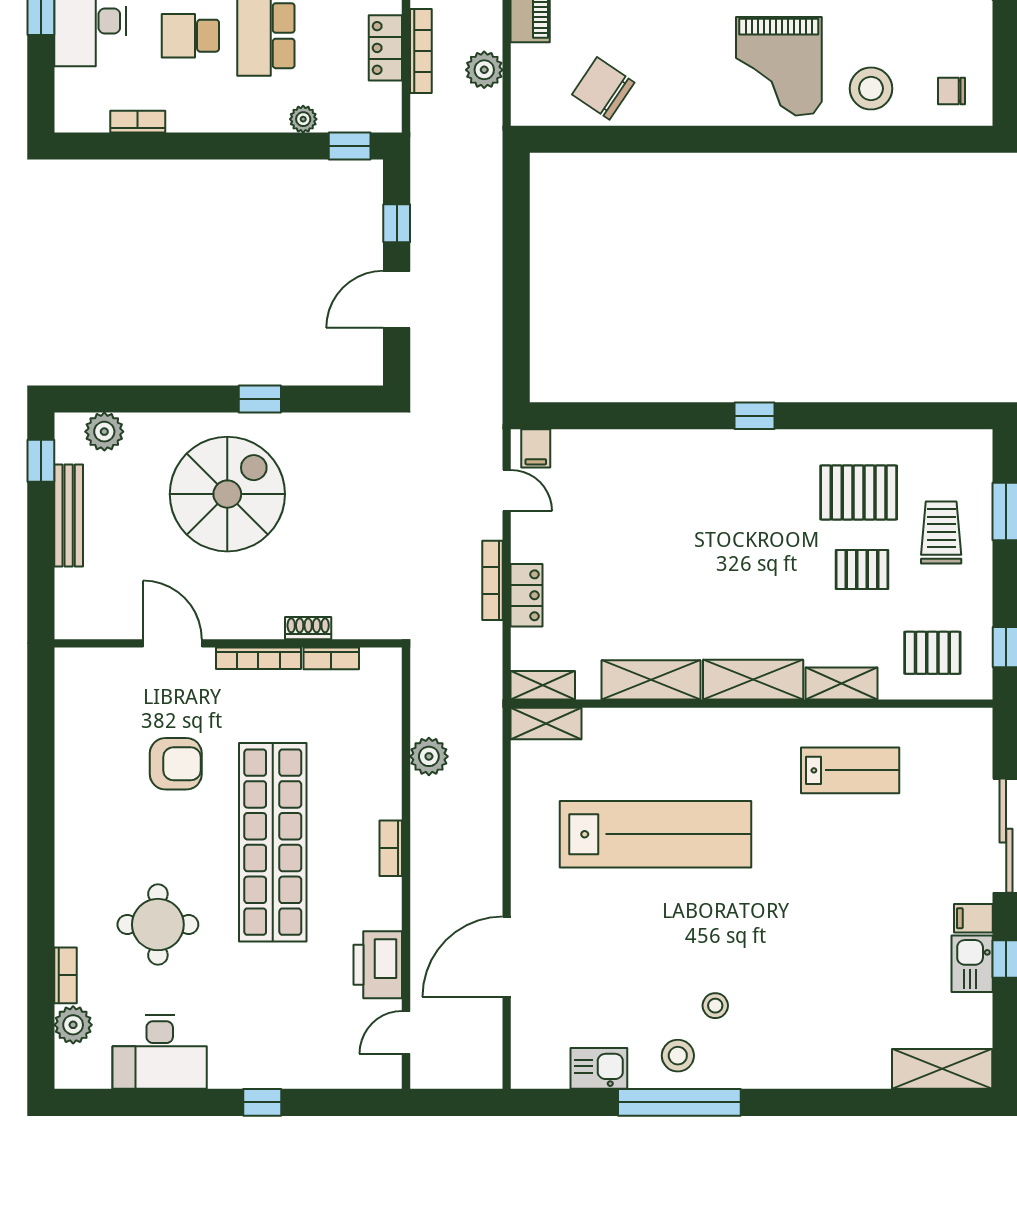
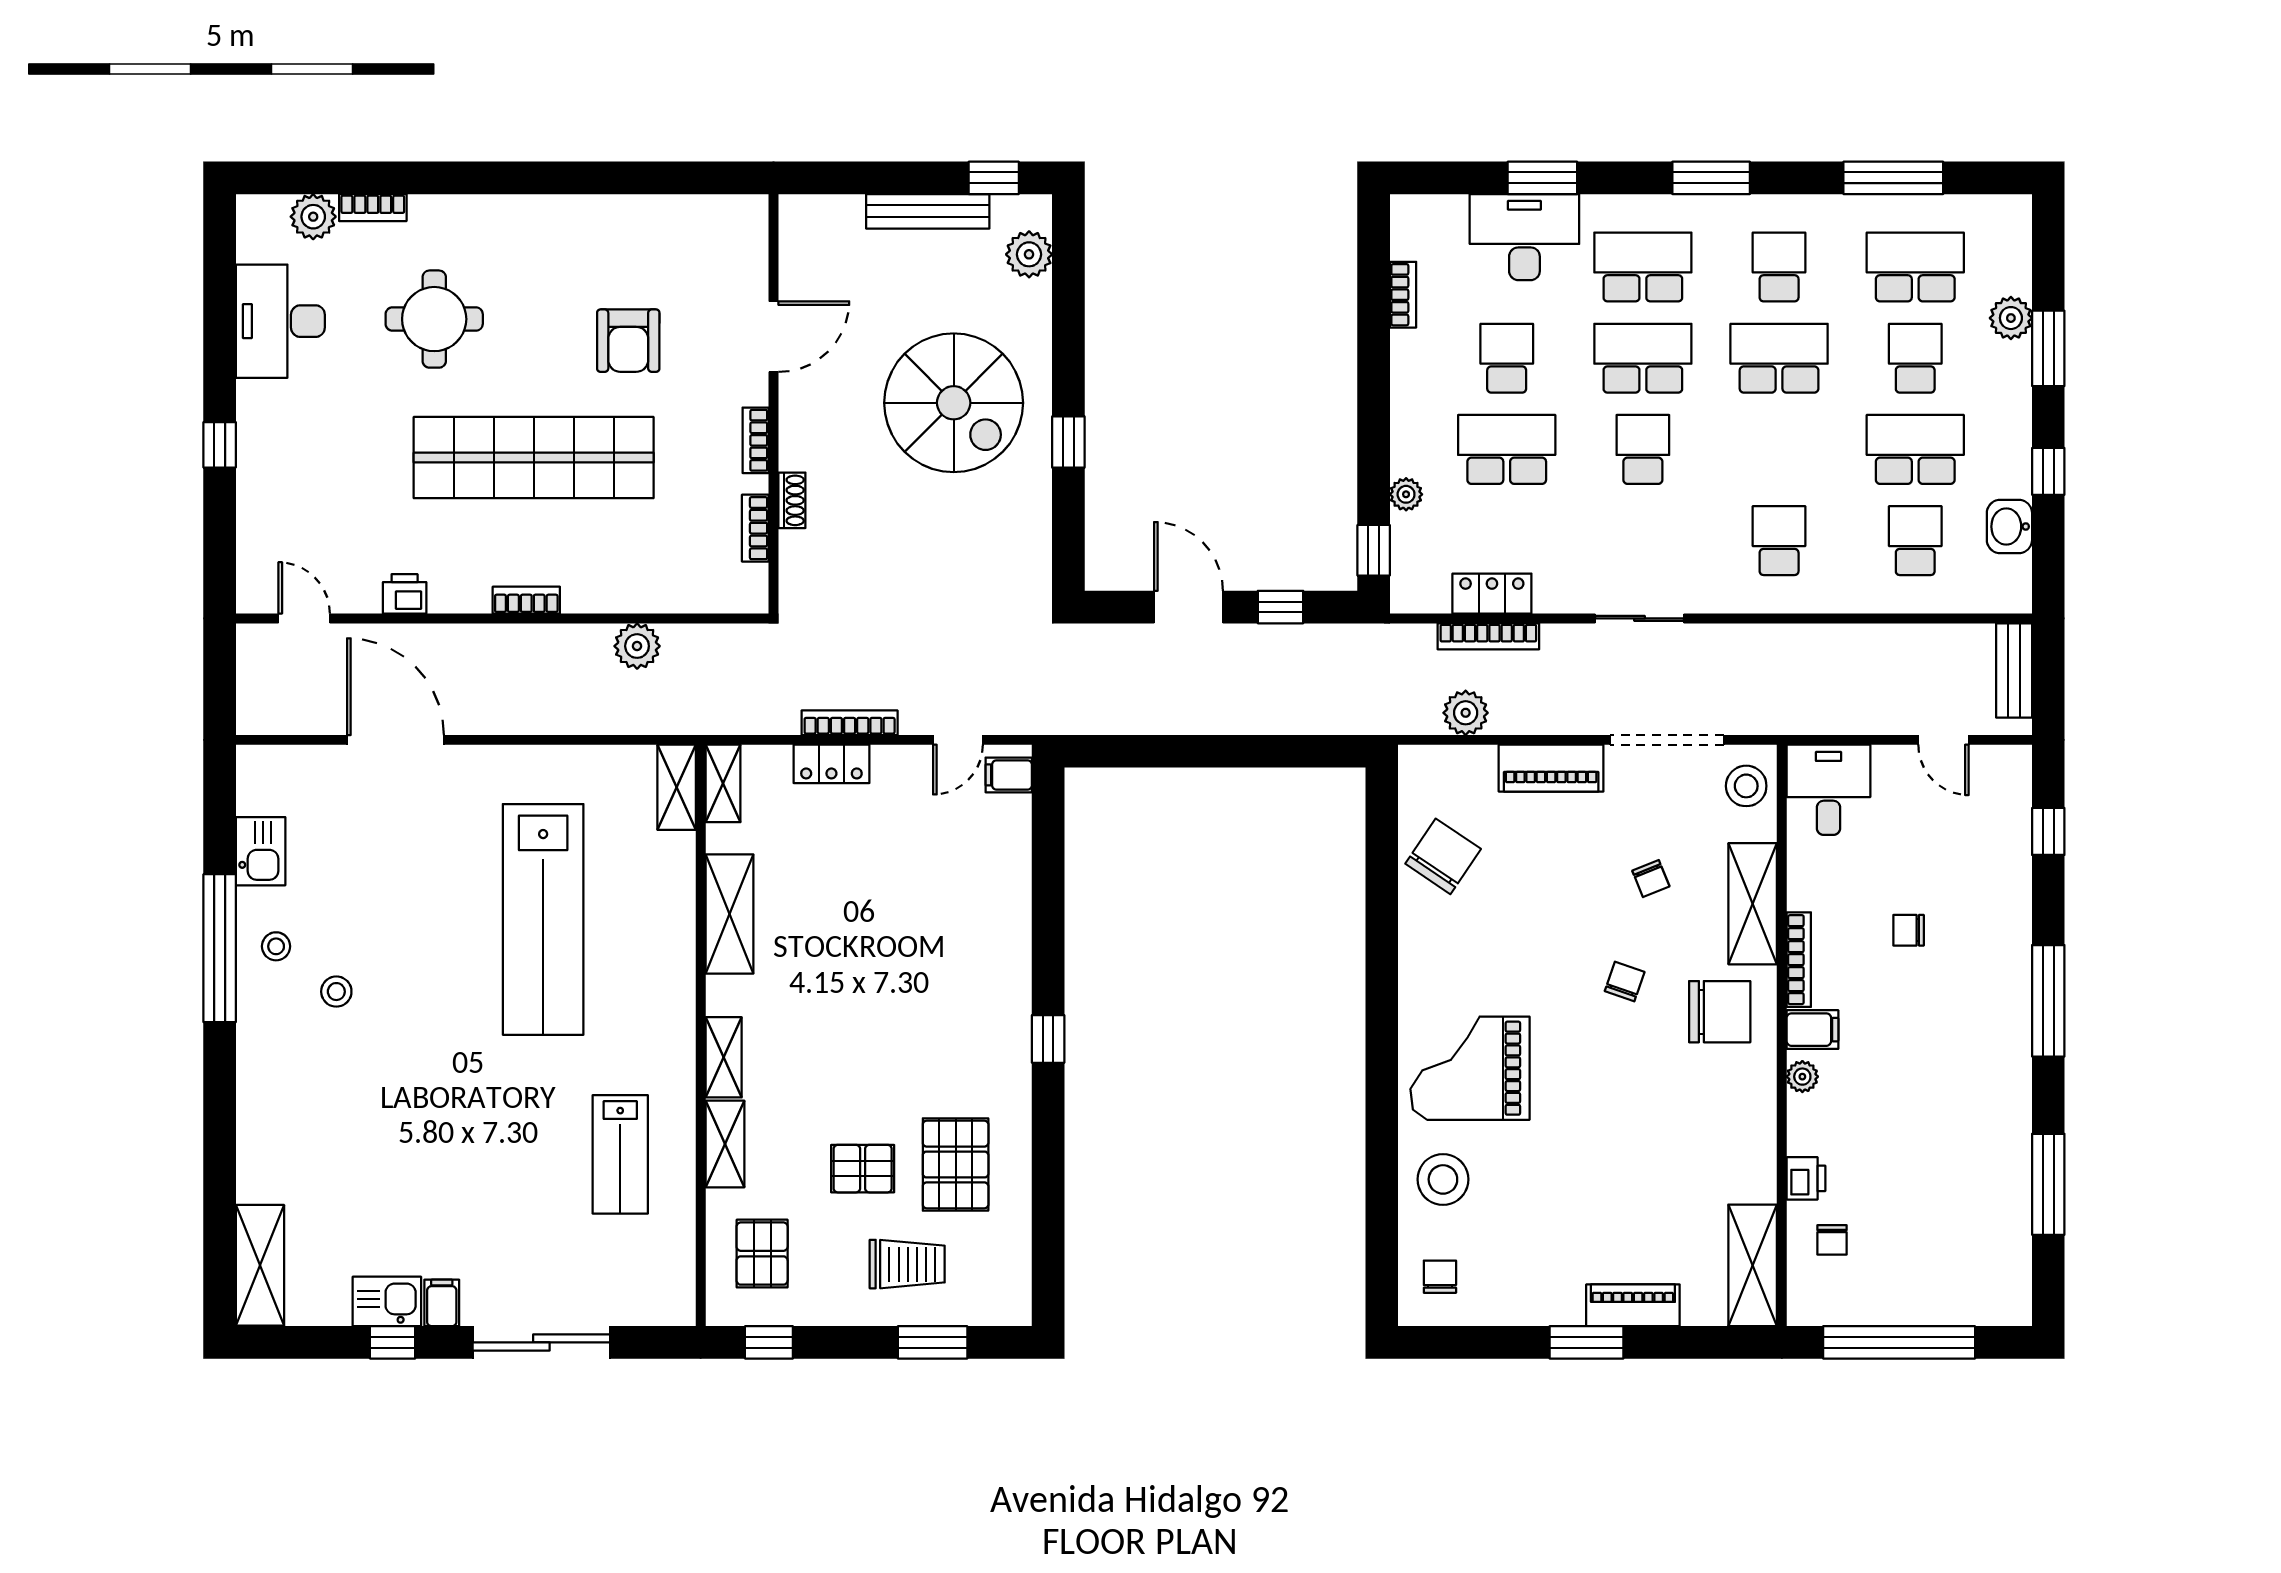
pallet: (862, 569) -> (863, 1169), turned 90
bookcase: (258, 658) -> (756, 440), width x0.64
shelving: (753, 680) -> (724, 1057), width x0.67, depth x0.75
printer: (378, 965) -> (405, 594), width x0.53, depth x0.68
stool: (678, 1056) -> (276, 946), width x0.73, depth x0.73

